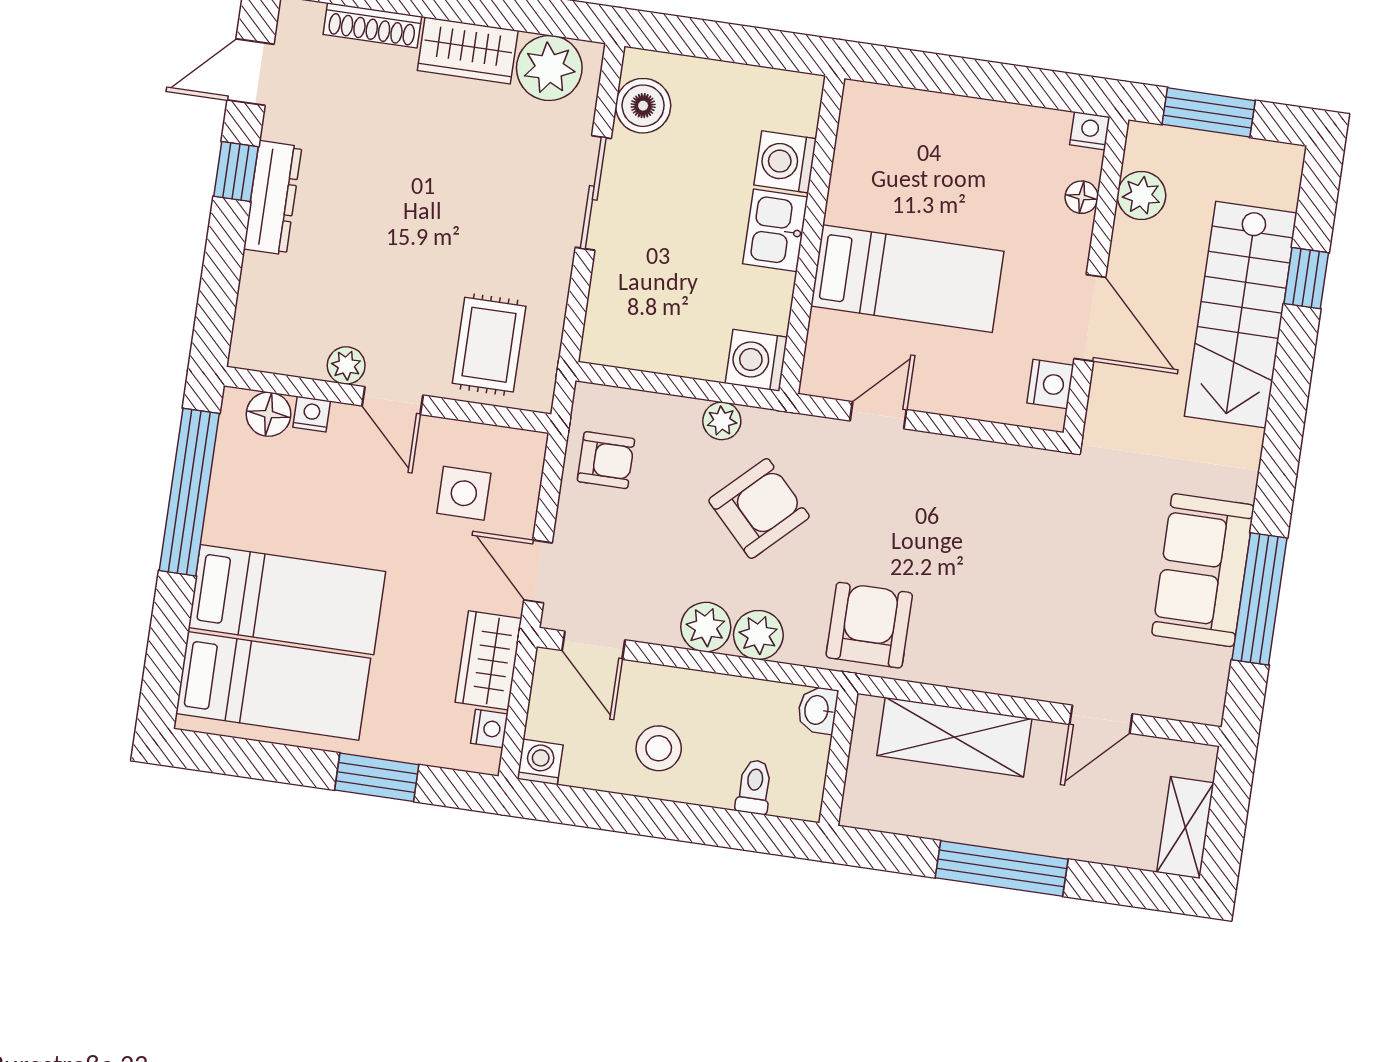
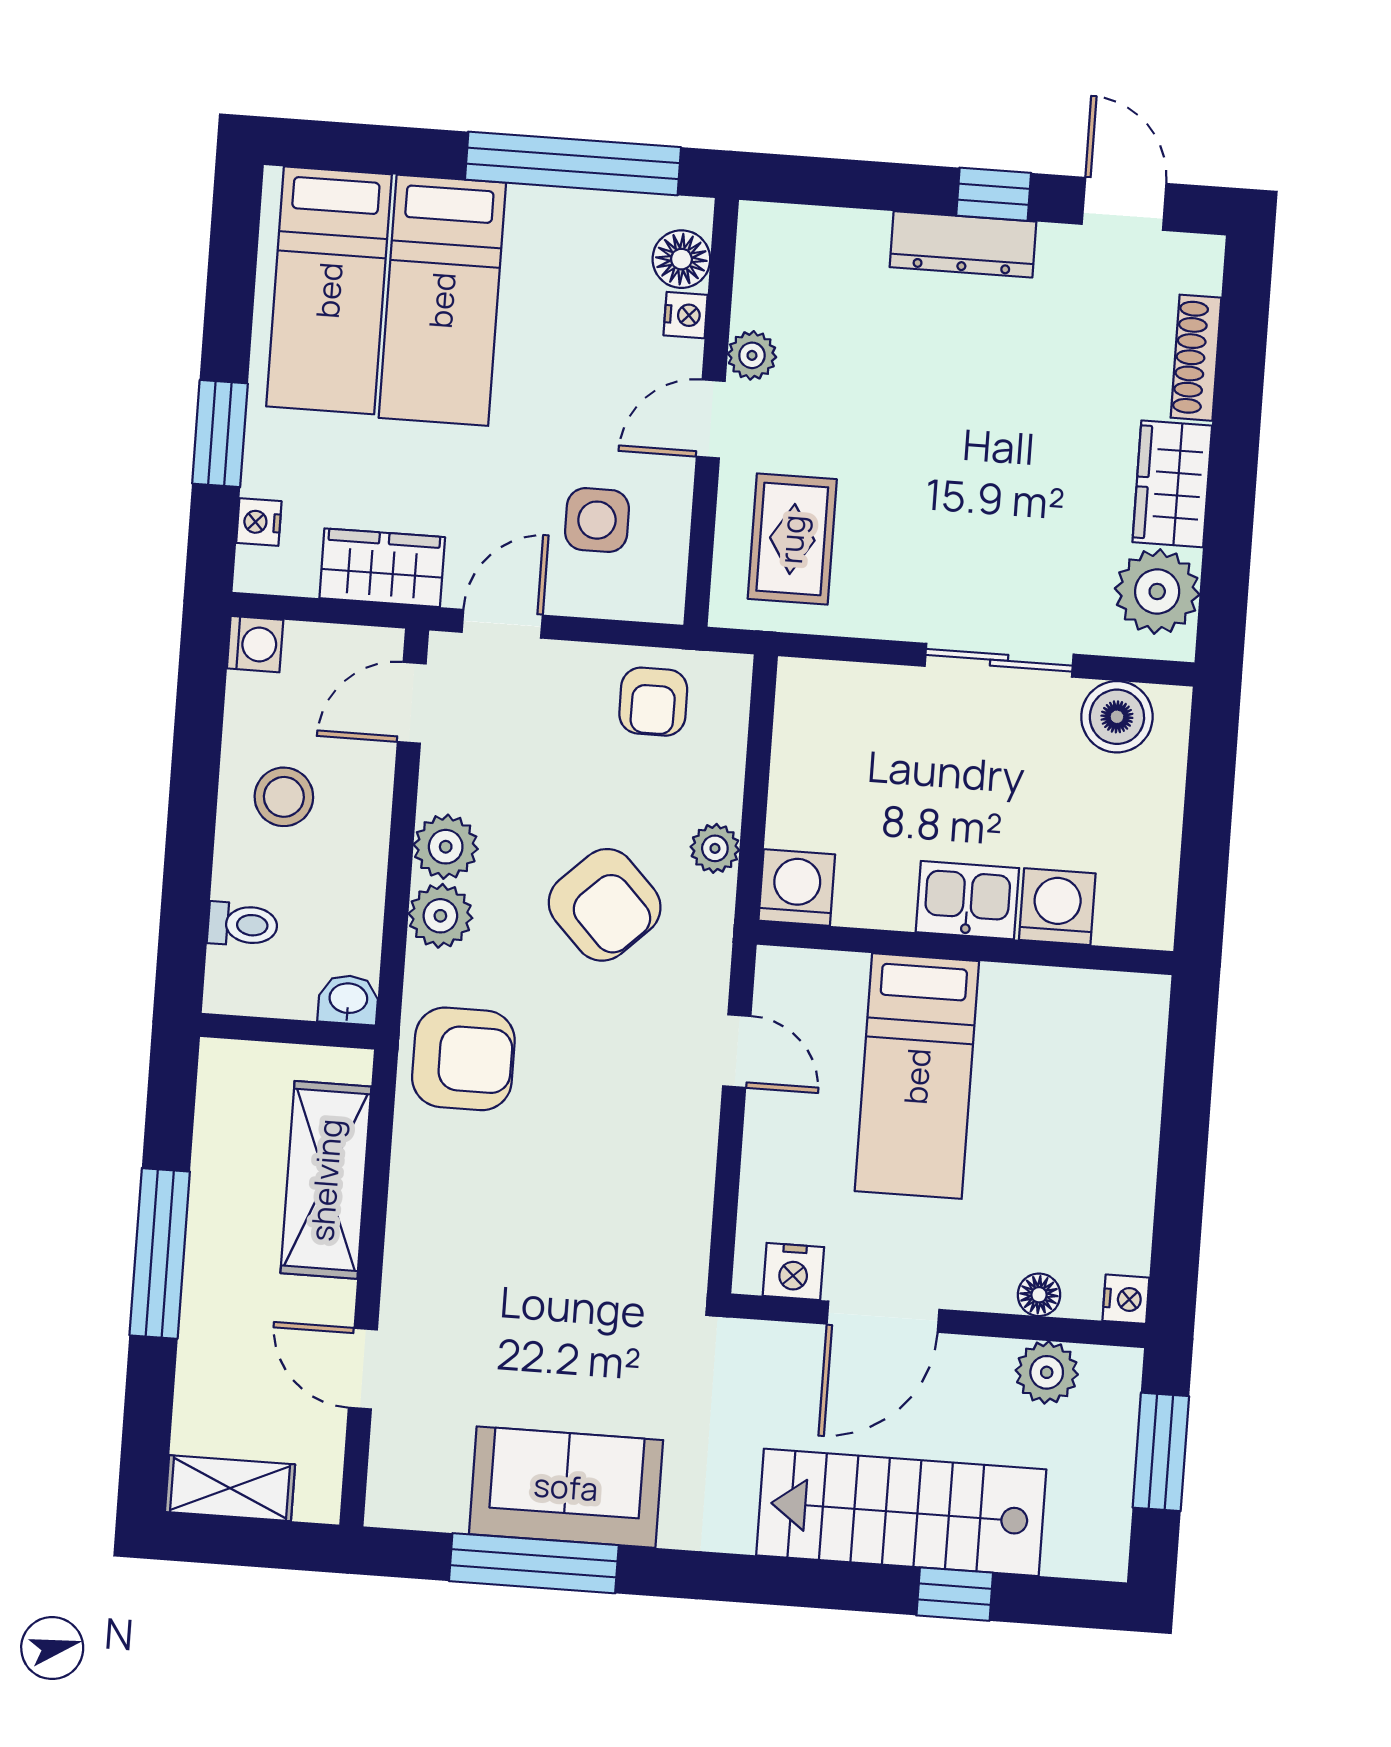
rug: (489, 345) -> (792, 539), turned 90
nightstand: (489, 729) -> (259, 522), moved, turned 90

